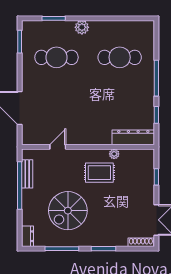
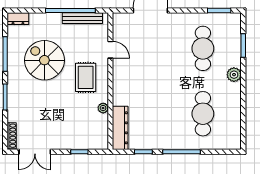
rug: (99, 173) -> (86, 77), moved
bench: (27, 174) -> (82, 18), width x1.36

